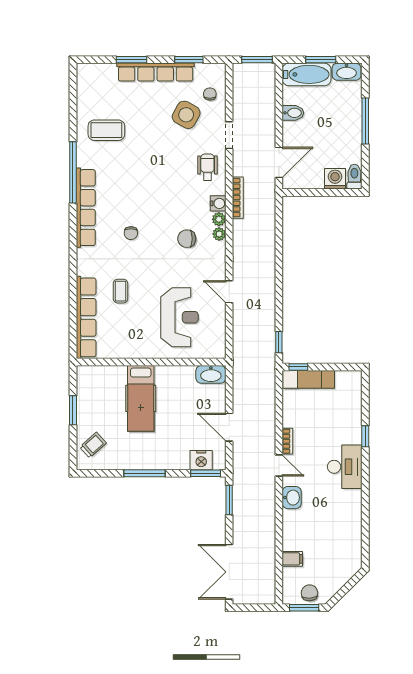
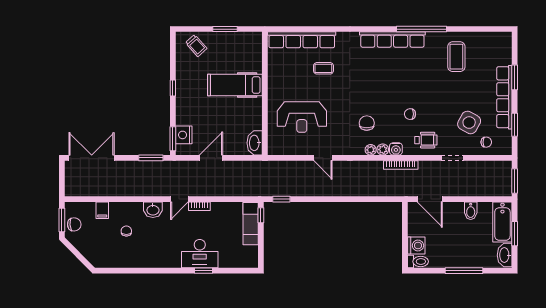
chair: (131, 233) -> (410, 114), moved
door: (229, 292) -> (323, 158), swing flipped
desk: (345, 467) -> (200, 254), moved
window: (144, 473) -> (173, 88), width x0.46
chair: (317, 530) -> (126, 231), added

